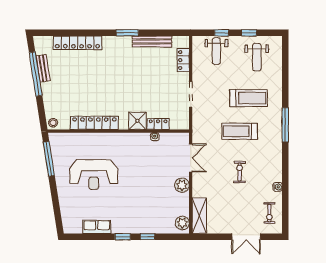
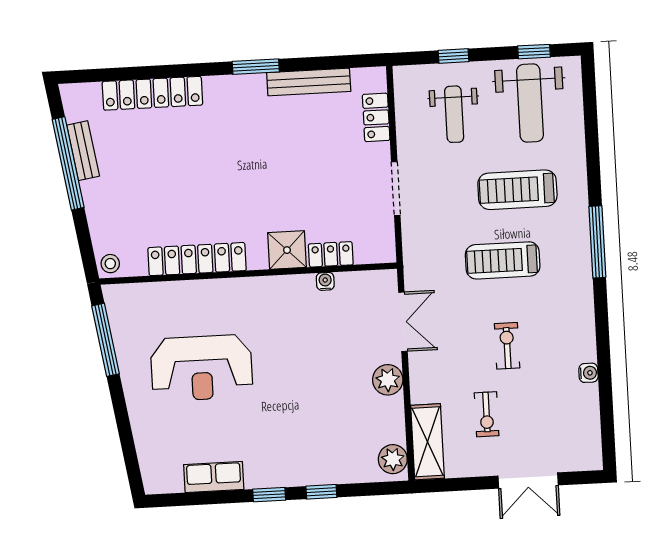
window: (249, 33) -> (534, 52), moved
weight bench: (216, 51) -> (454, 114), moved
weight bench: (257, 57) -> (530, 103), width x1.36, depth x1.33
treadmill: (249, 98) -> (517, 190), turned 180
exercise bike: (269, 213) -> (487, 414), moved

